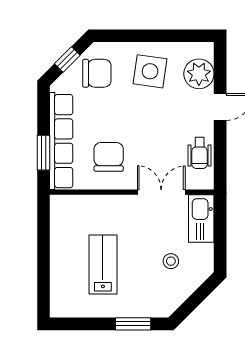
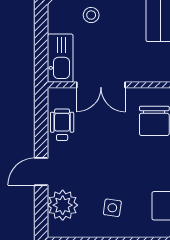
side table: (150, 71) -> (112, 208), width x0.54, depth x0.54

